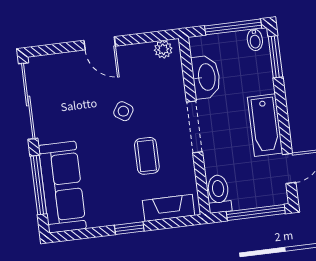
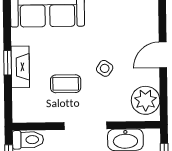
plant: (163, 49) -> (146, 100), width x1.88, depth x1.88
fireplace: (169, 208) -> (20, 67), moved

